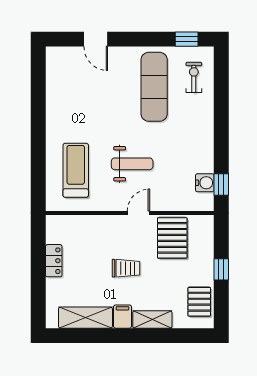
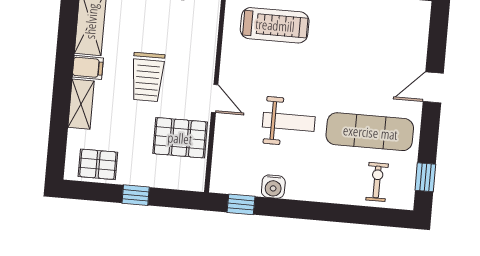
door: (96, 39) -> (433, 87), moved
exercise bike: (194, 77) -> (377, 182), turned -90
weight bench: (132, 164) -> (289, 122), moved, turned -90
water cooler: (205, 183) -> (273, 187), moved
trolley: (126, 268) -> (148, 77), width x1.36, depth x1.39

